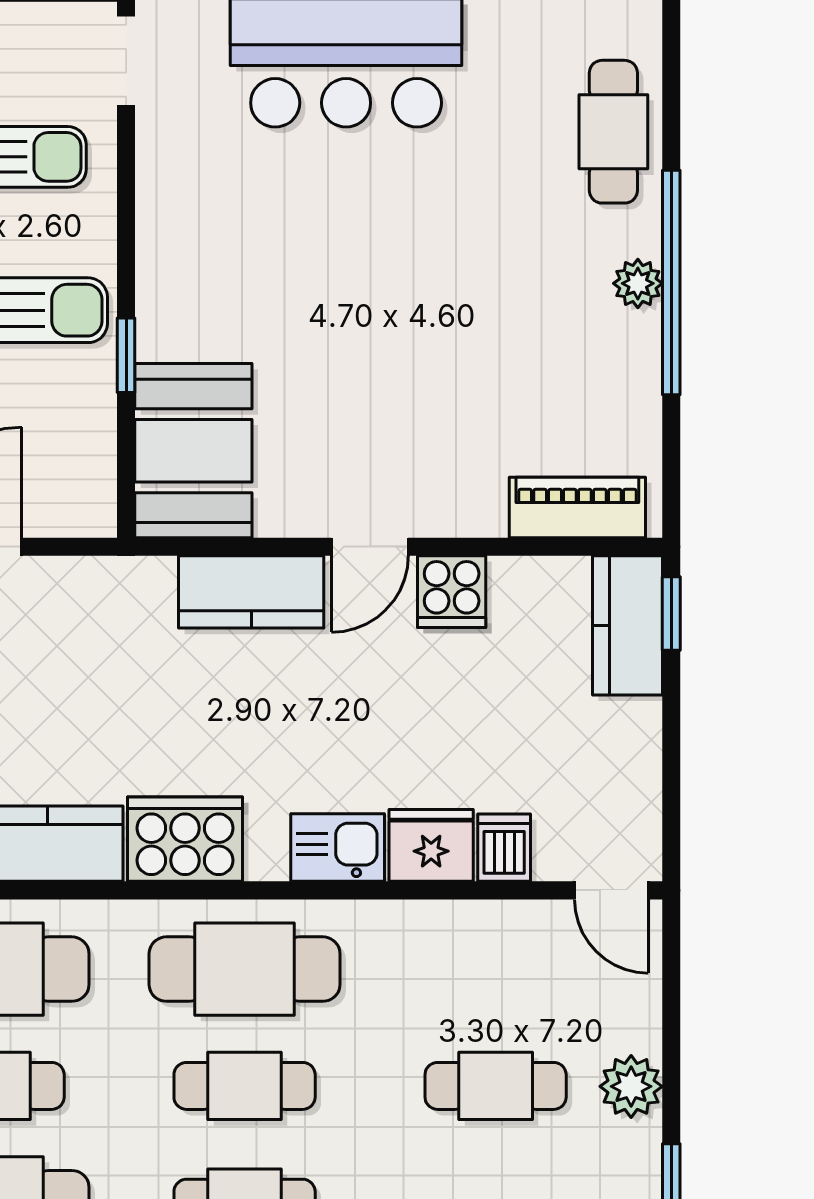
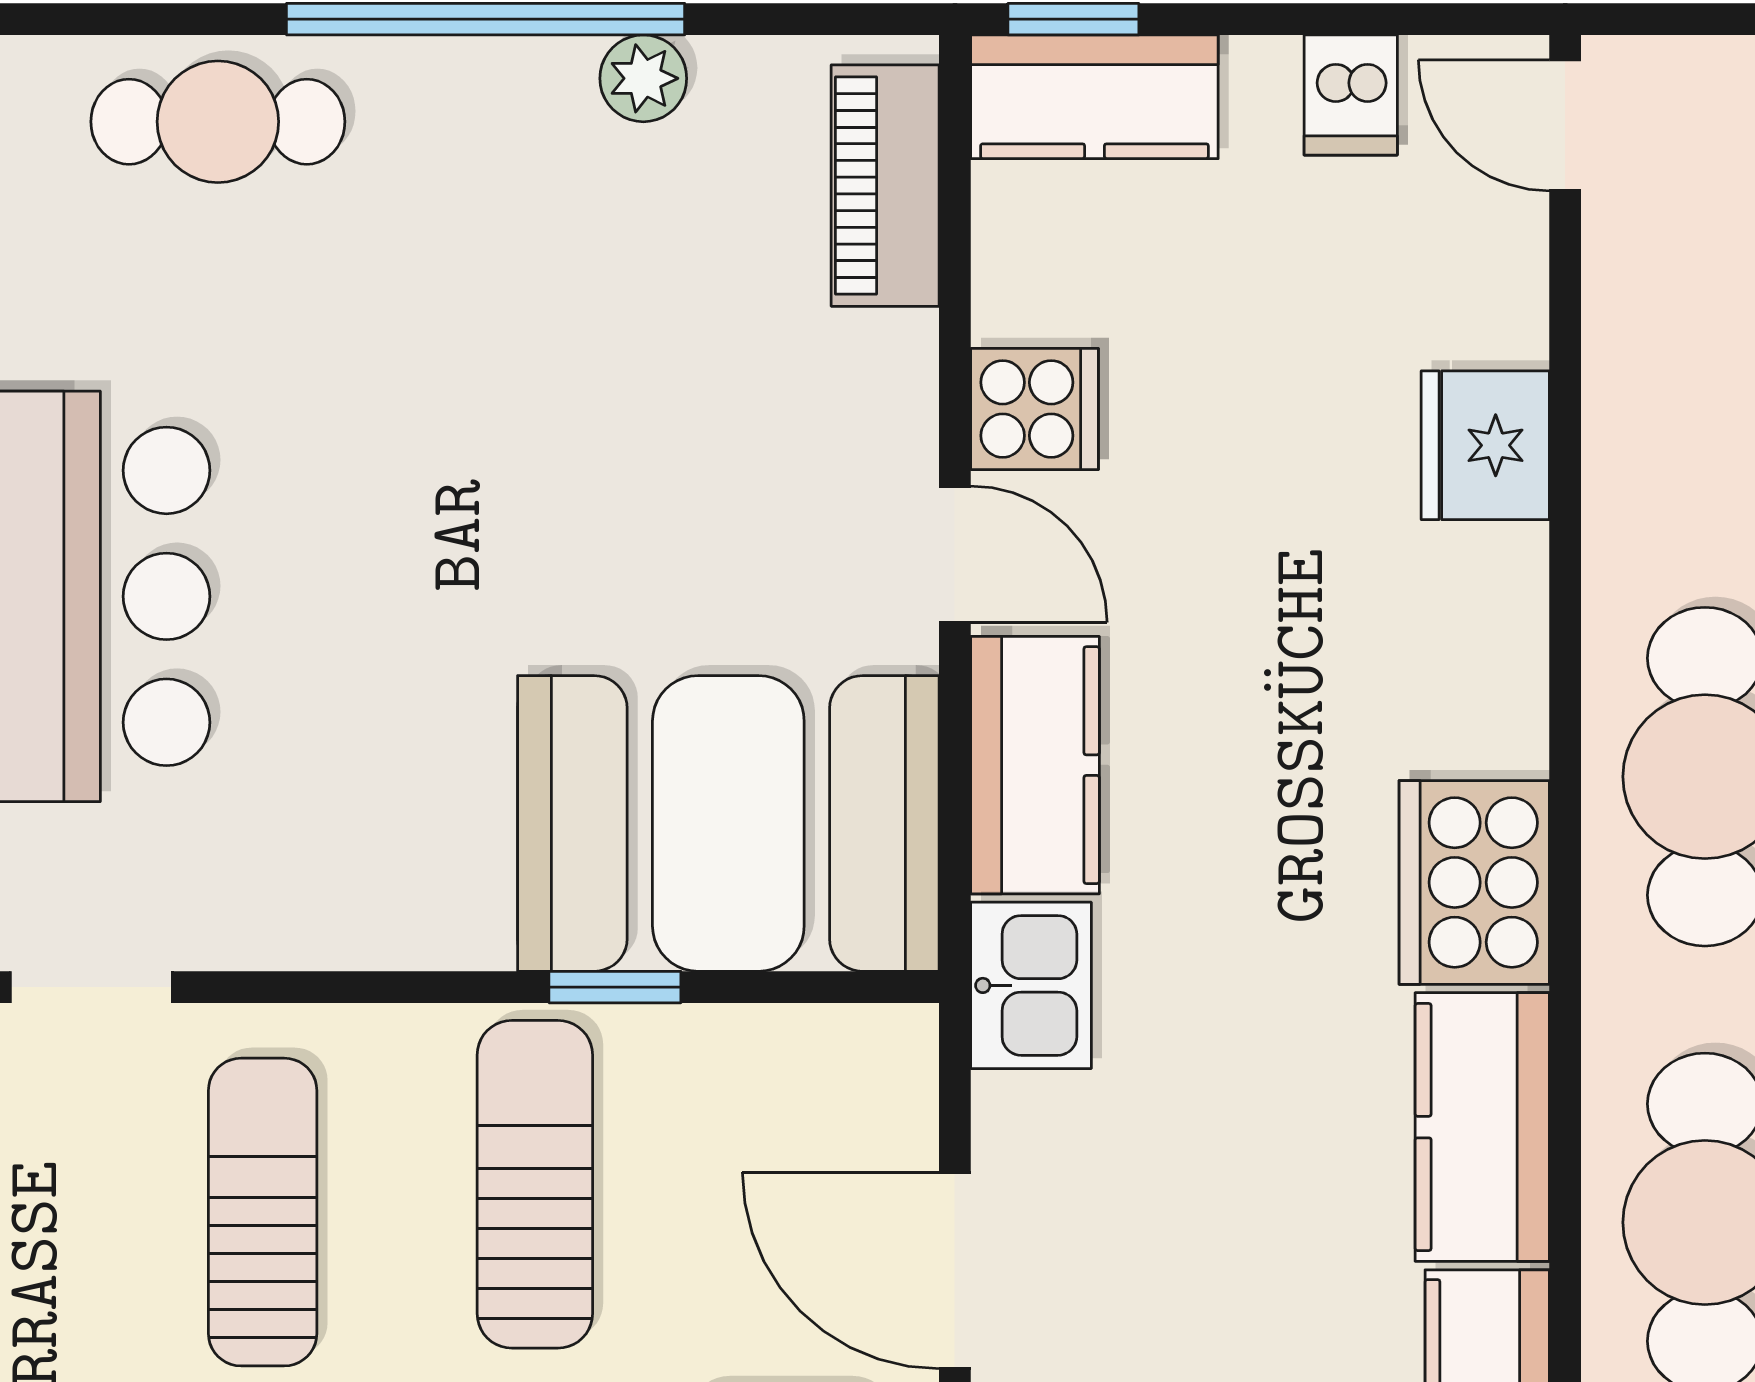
plant: (638, 283) -> (643, 78), moved
booth: (193, 451) -> (728, 823), width x1.36, depth x1.42
kitchen sink: (338, 848) -> (1031, 985), moved, turned 180
dishwasher: (504, 848) -> (1351, 95), moved, turned -90
door: (611, 890) -> (1565, 125), swing flipped

